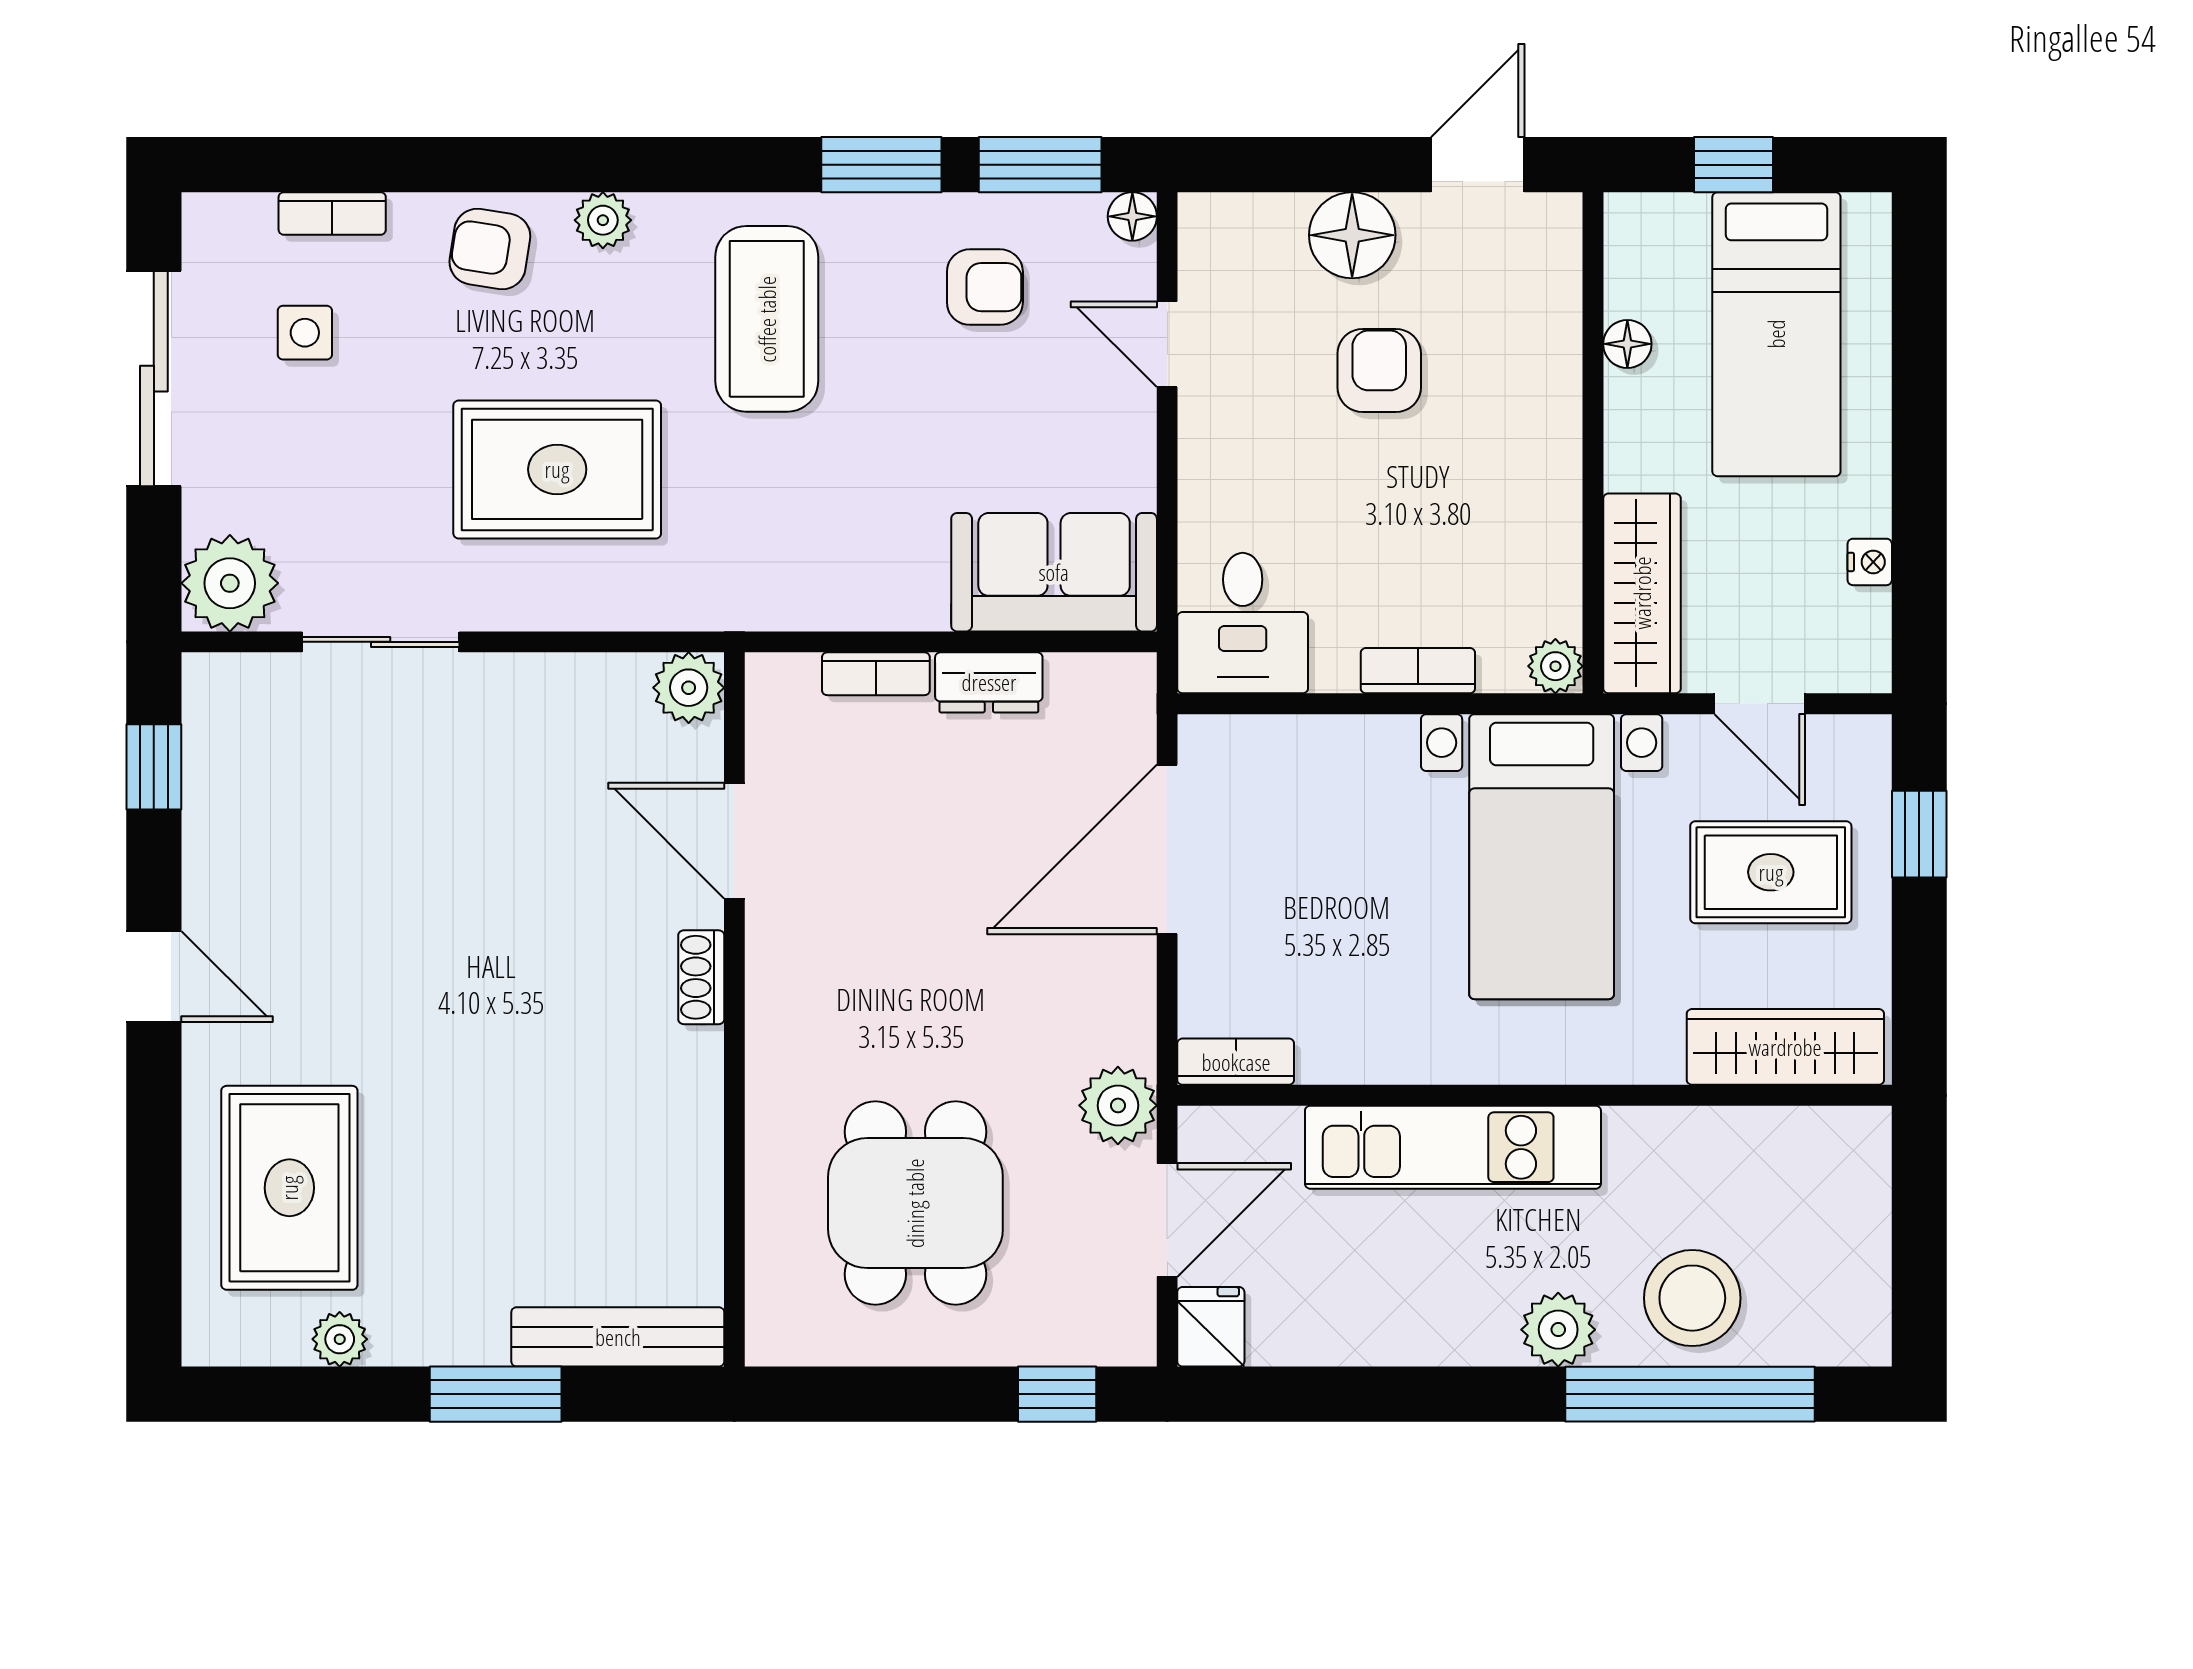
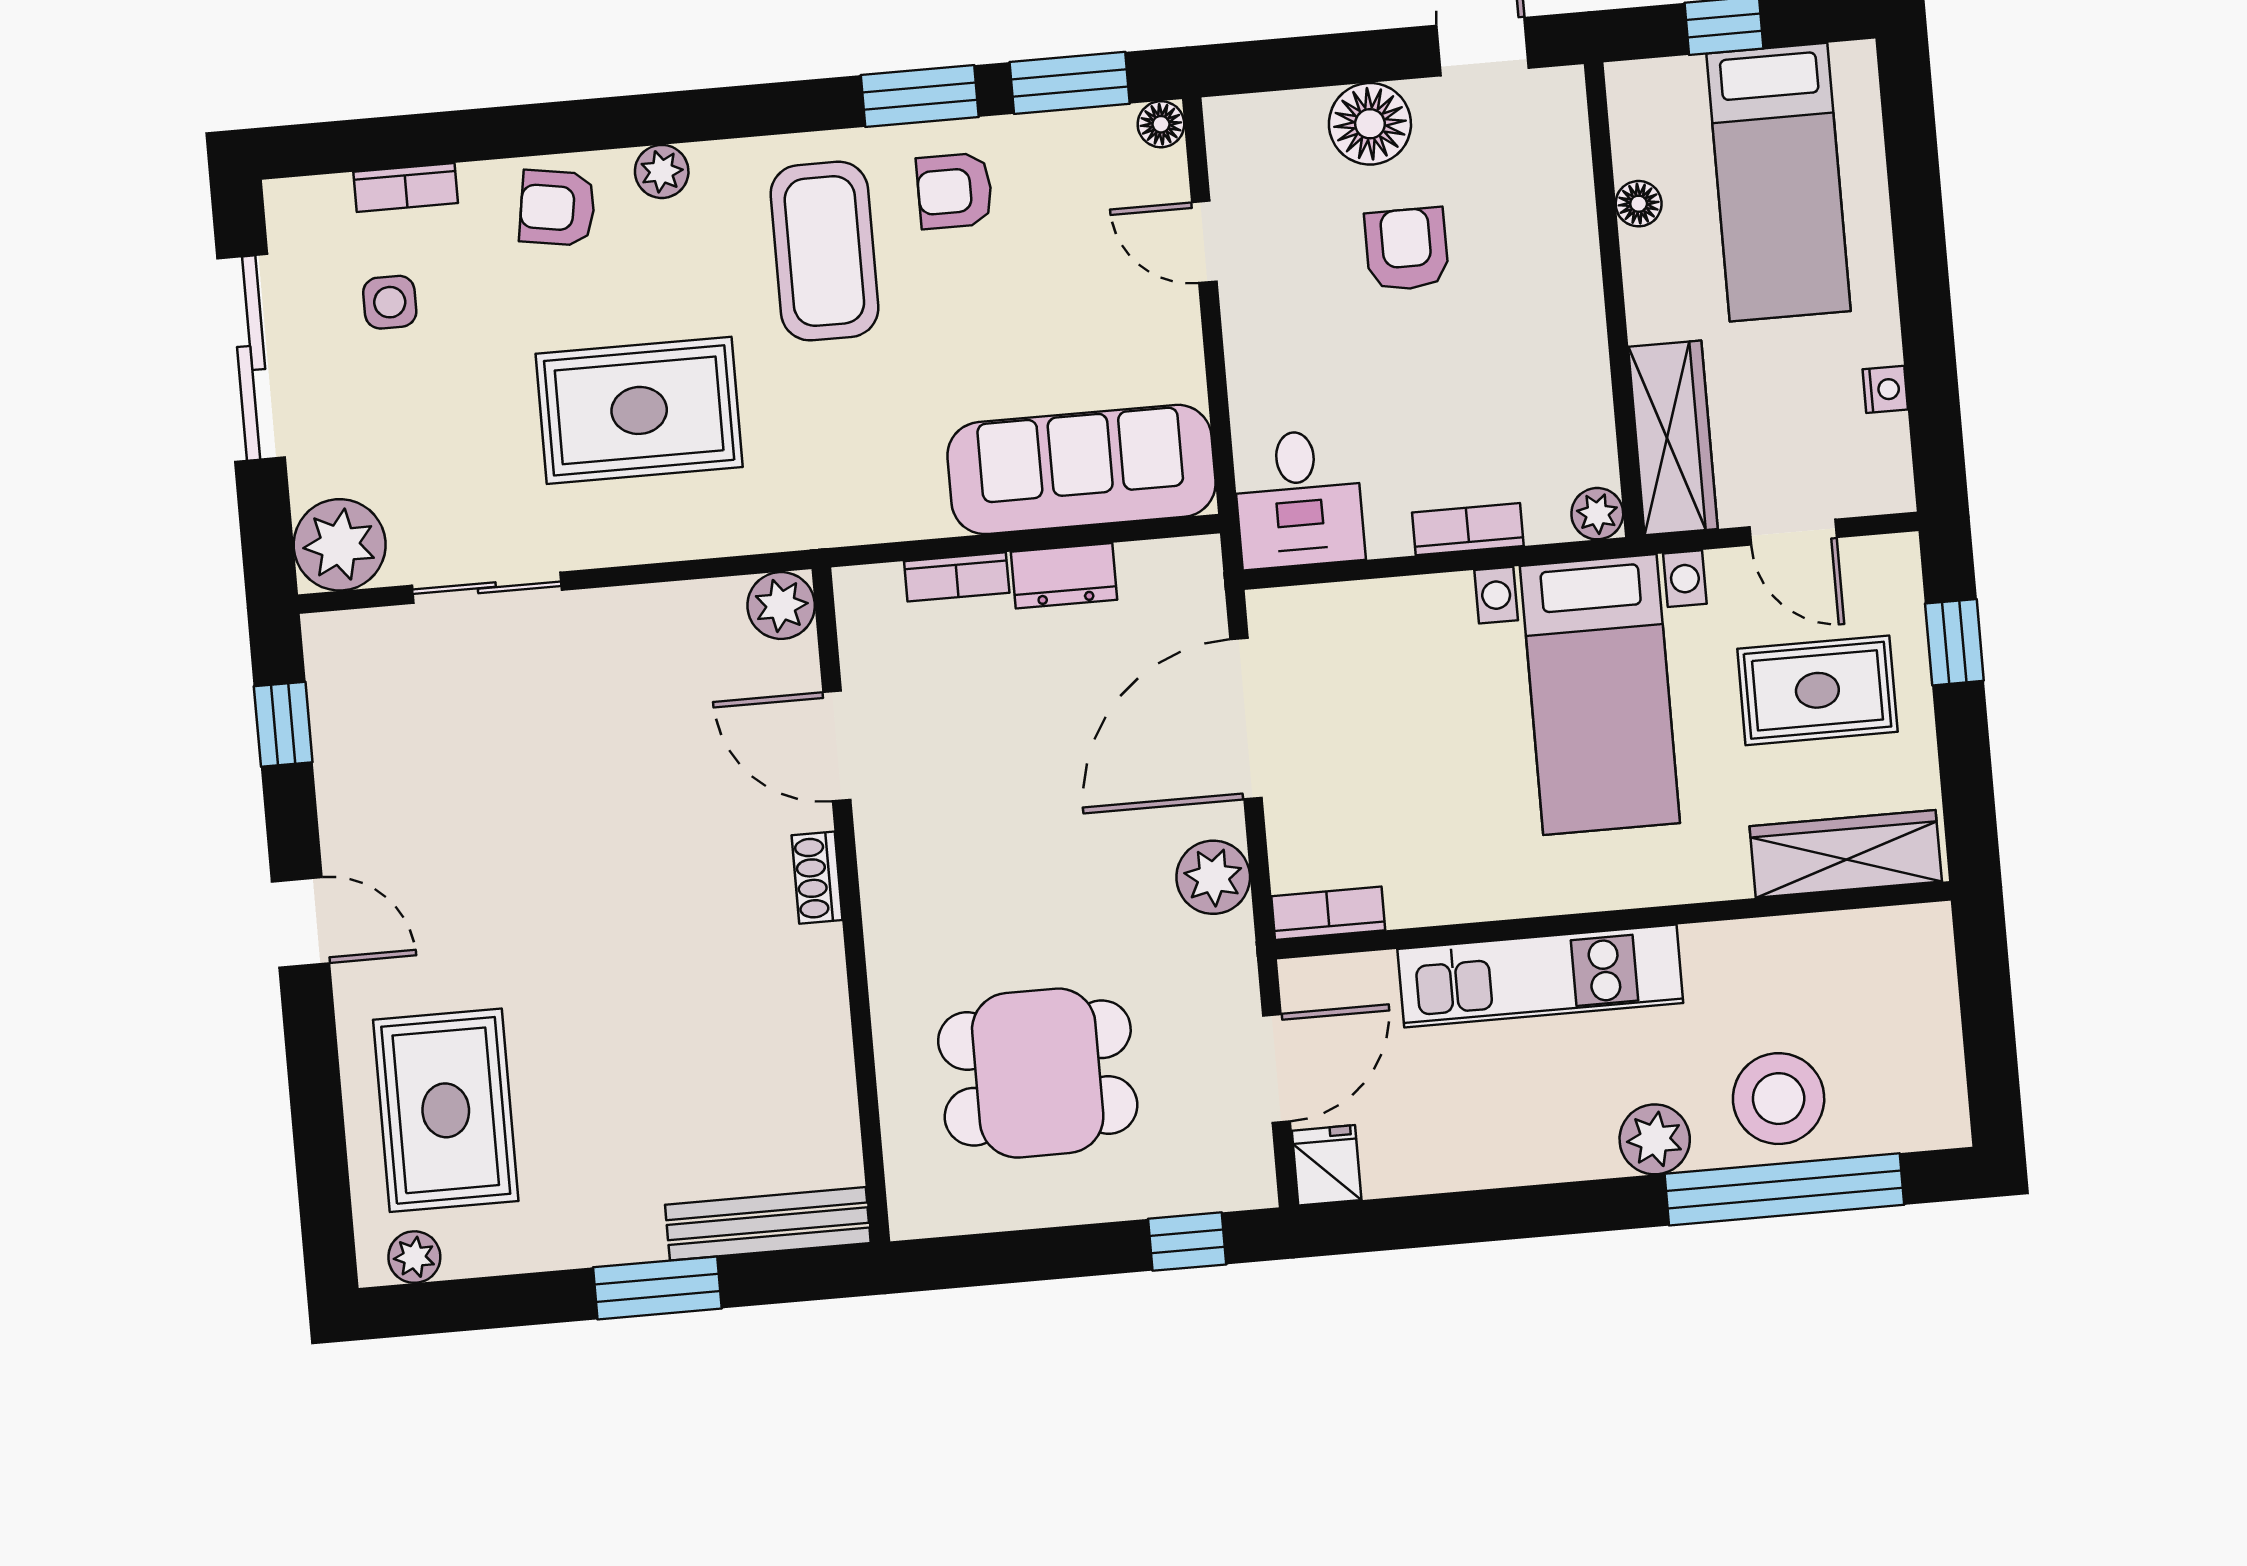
armchair: (985, 287) -> (955, 191), moved, turned 180
sofa: (1054, 572) -> (1081, 469), width x1.36
plant: (1118, 1105) -> (1213, 877), moved
dining table: (915, 1203) -> (1038, 1073), turned 90
plant: (340, 1339) -> (414, 1257), moved

